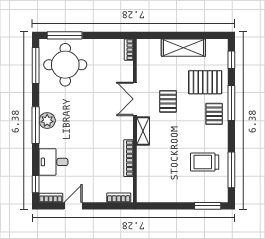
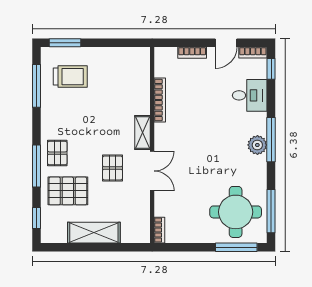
trolley: (205, 162) -> (70, 77), moved
bookcase: (119, 198) -> (192, 53), moved

